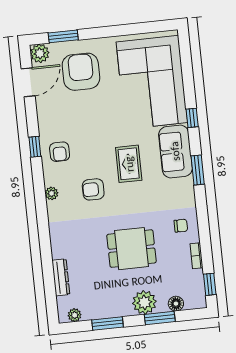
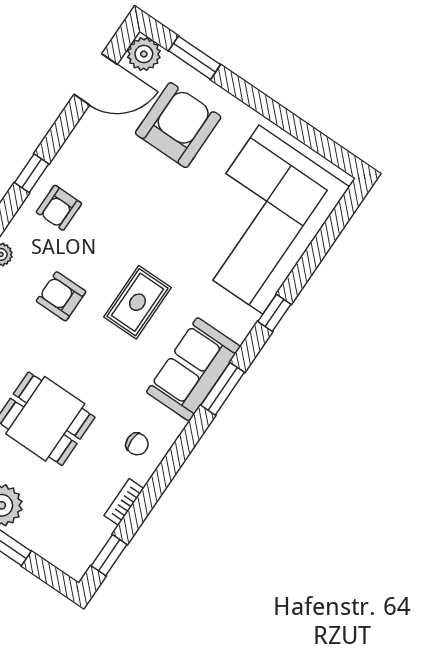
sofa: (175, 151) -> (193, 369), moved
floor lamp: (176, 304) -> (42, 543), removed

